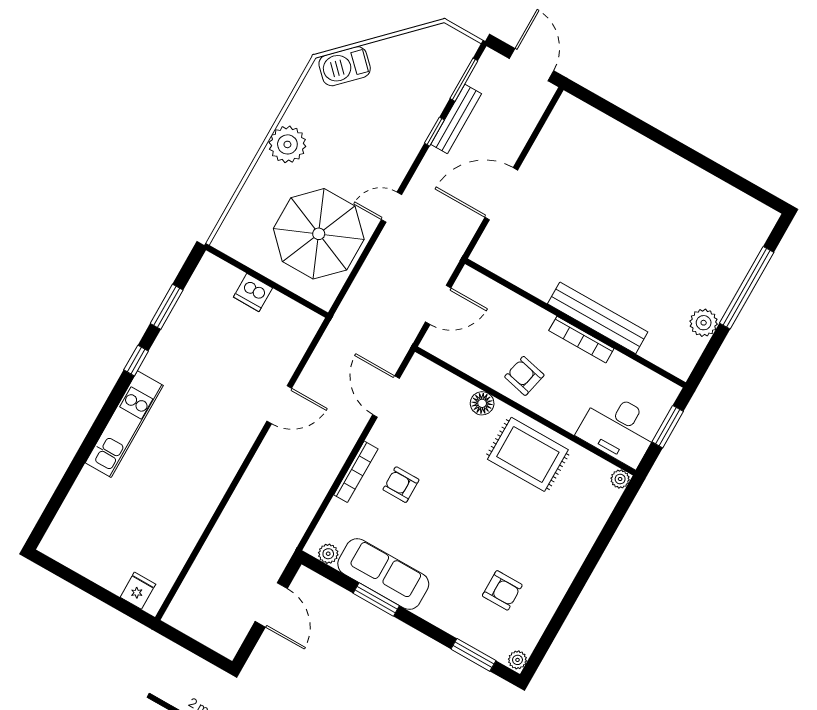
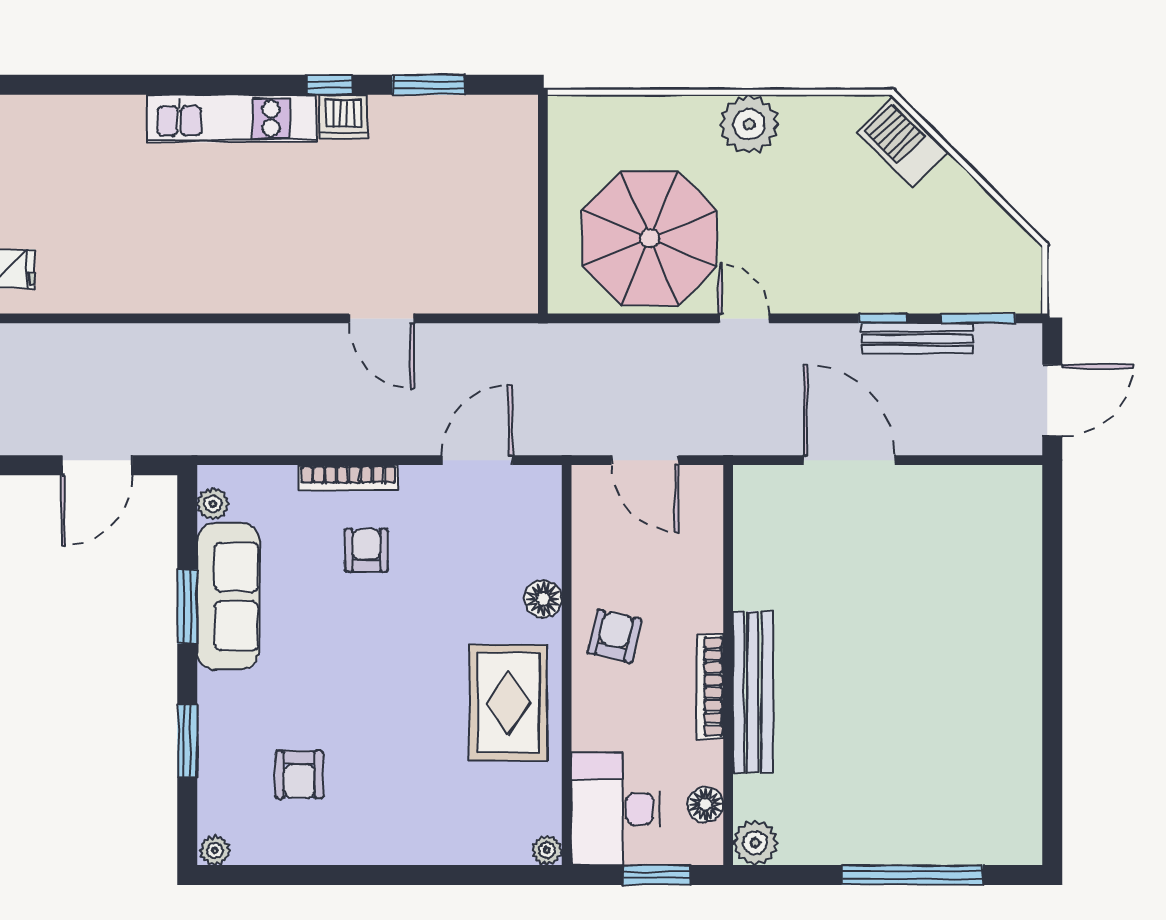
dishwasher: (253, 293) -> (343, 117), moved, turned -90
plant: (704, 323) -> (755, 843), moved
floor lamp: (644, 379) -> (705, 804), added
window: (473, 655) -> (187, 741), moved

